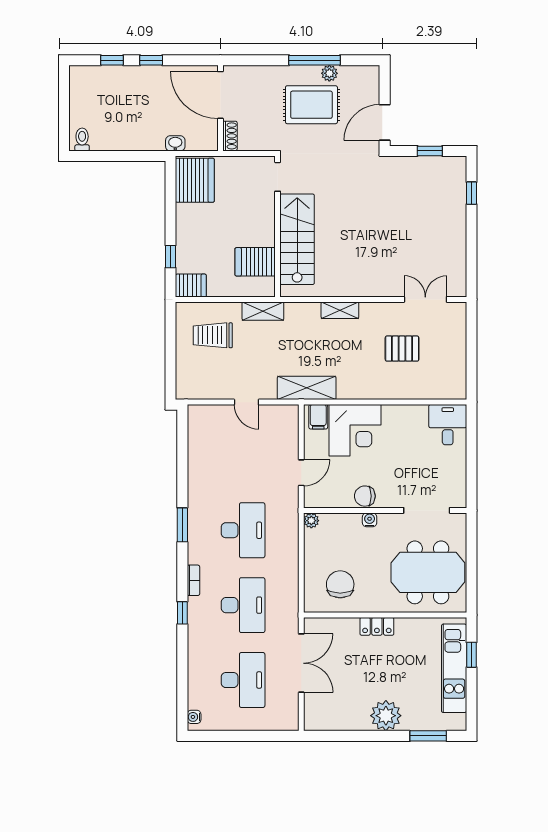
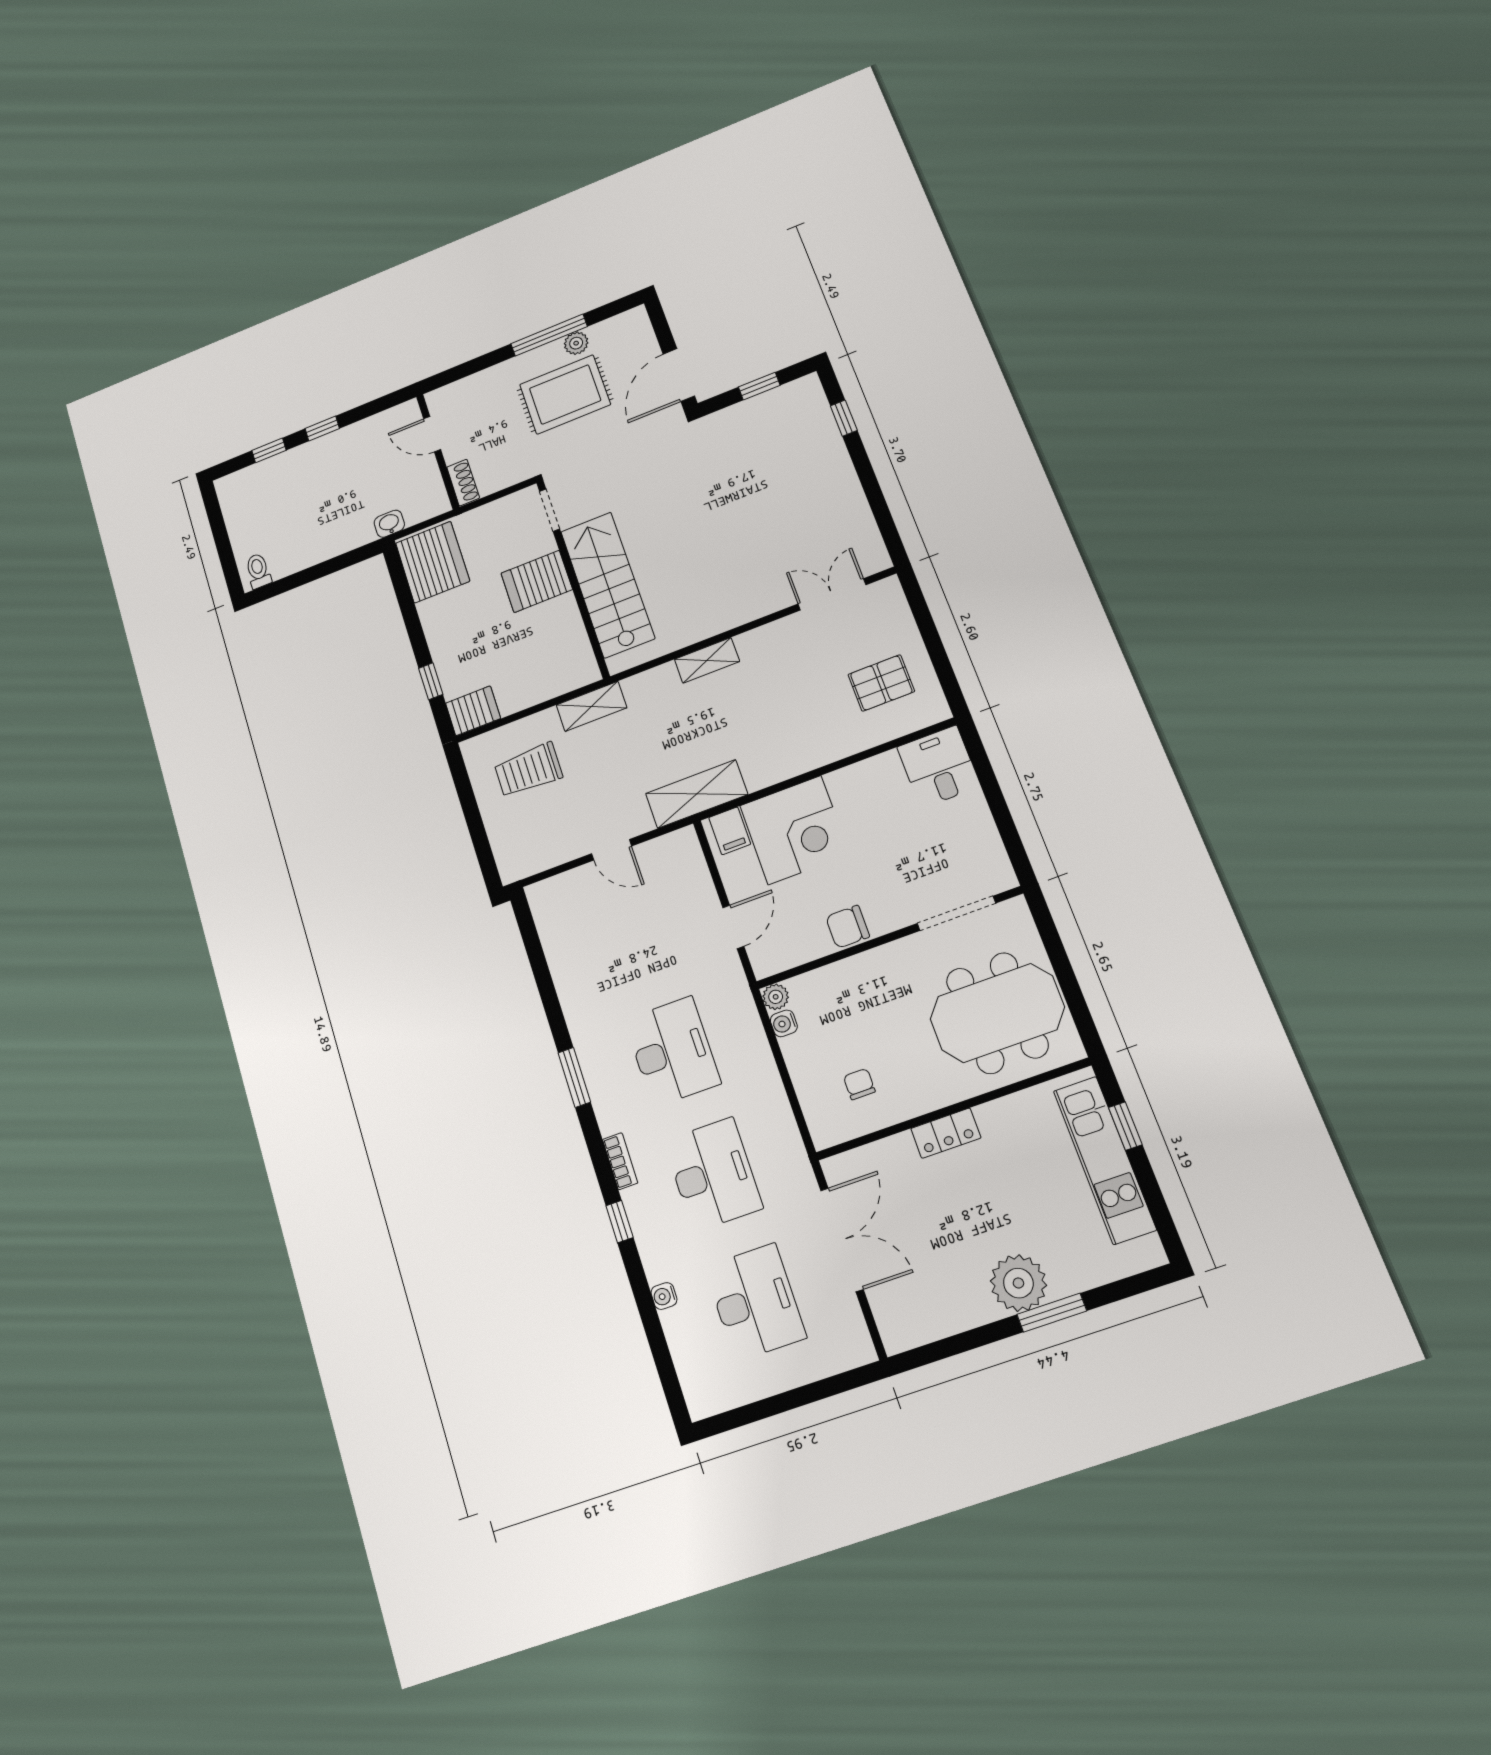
door: (220, 95) -> (432, 434), width x0.53
server rack: (255, 262) -> (537, 581), moved
pallet: (402, 349) -> (881, 683), moved
water cooler: (370, 520) -> (784, 1023), moved, turned -90
chair: (340, 584) -> (859, 1084), width x0.54, depth x0.54
water cooler: (194, 717) -> (664, 1296), moved
window: (428, 736) -> (1052, 1313), moved

